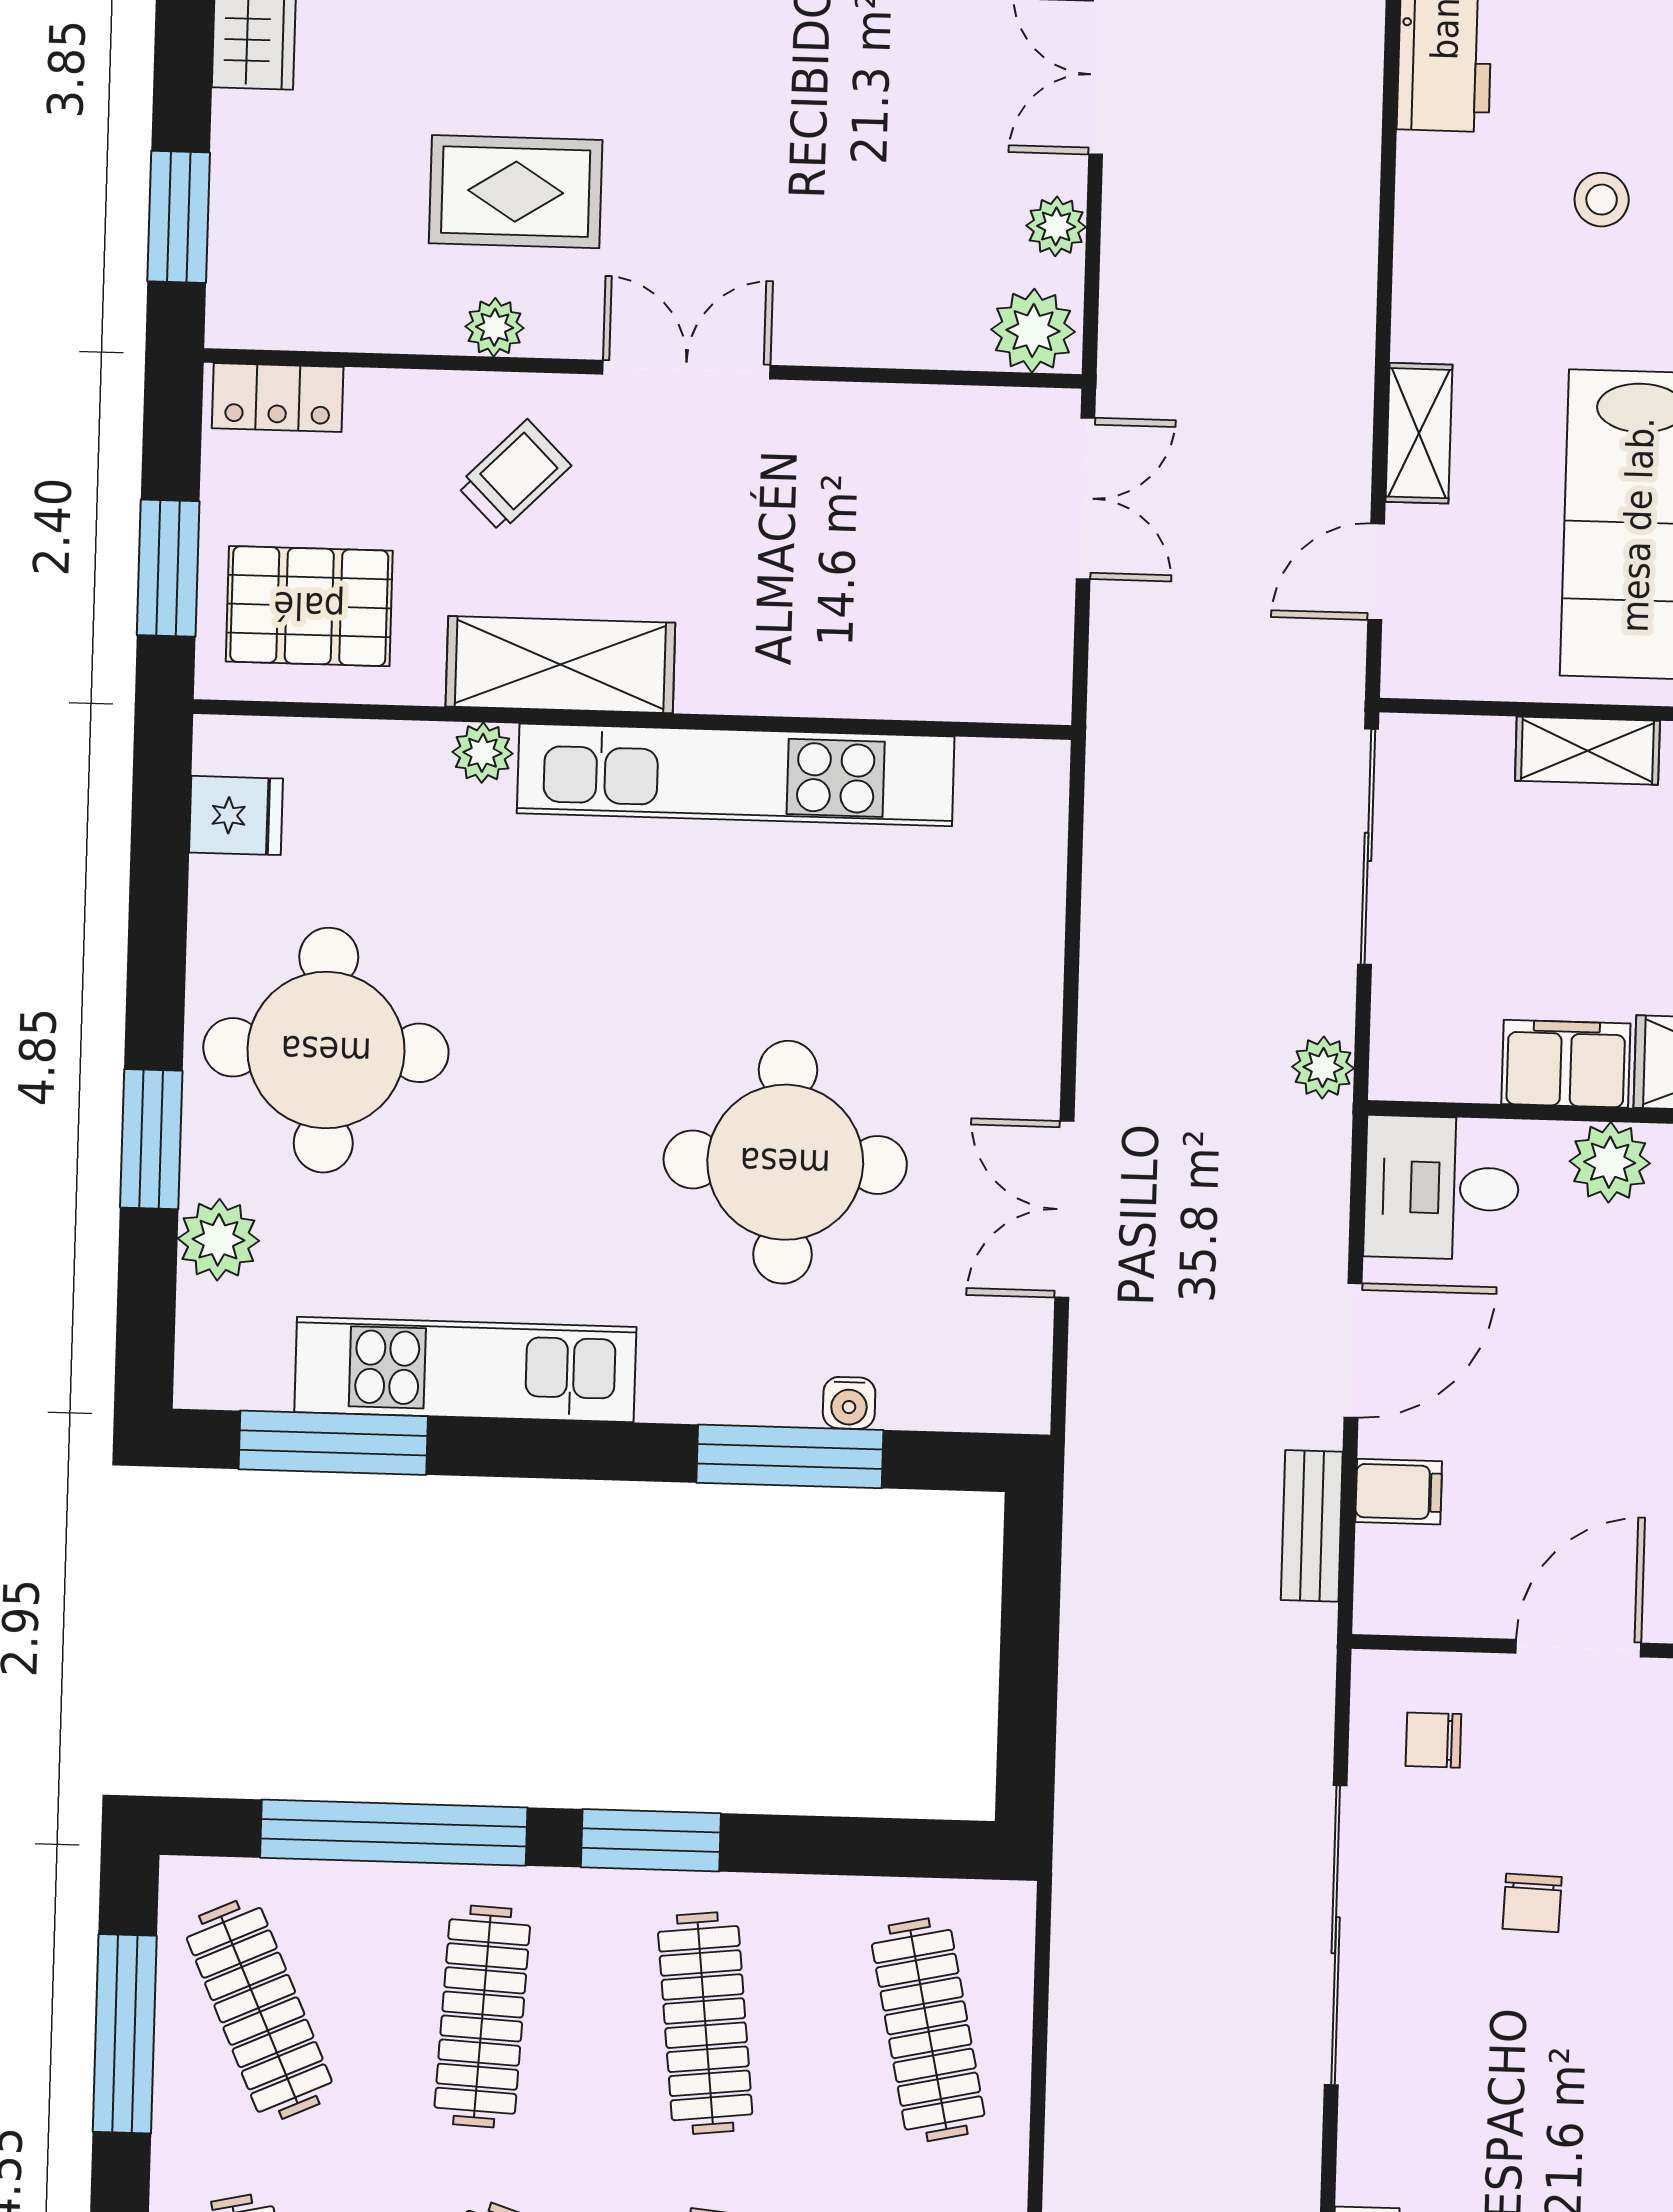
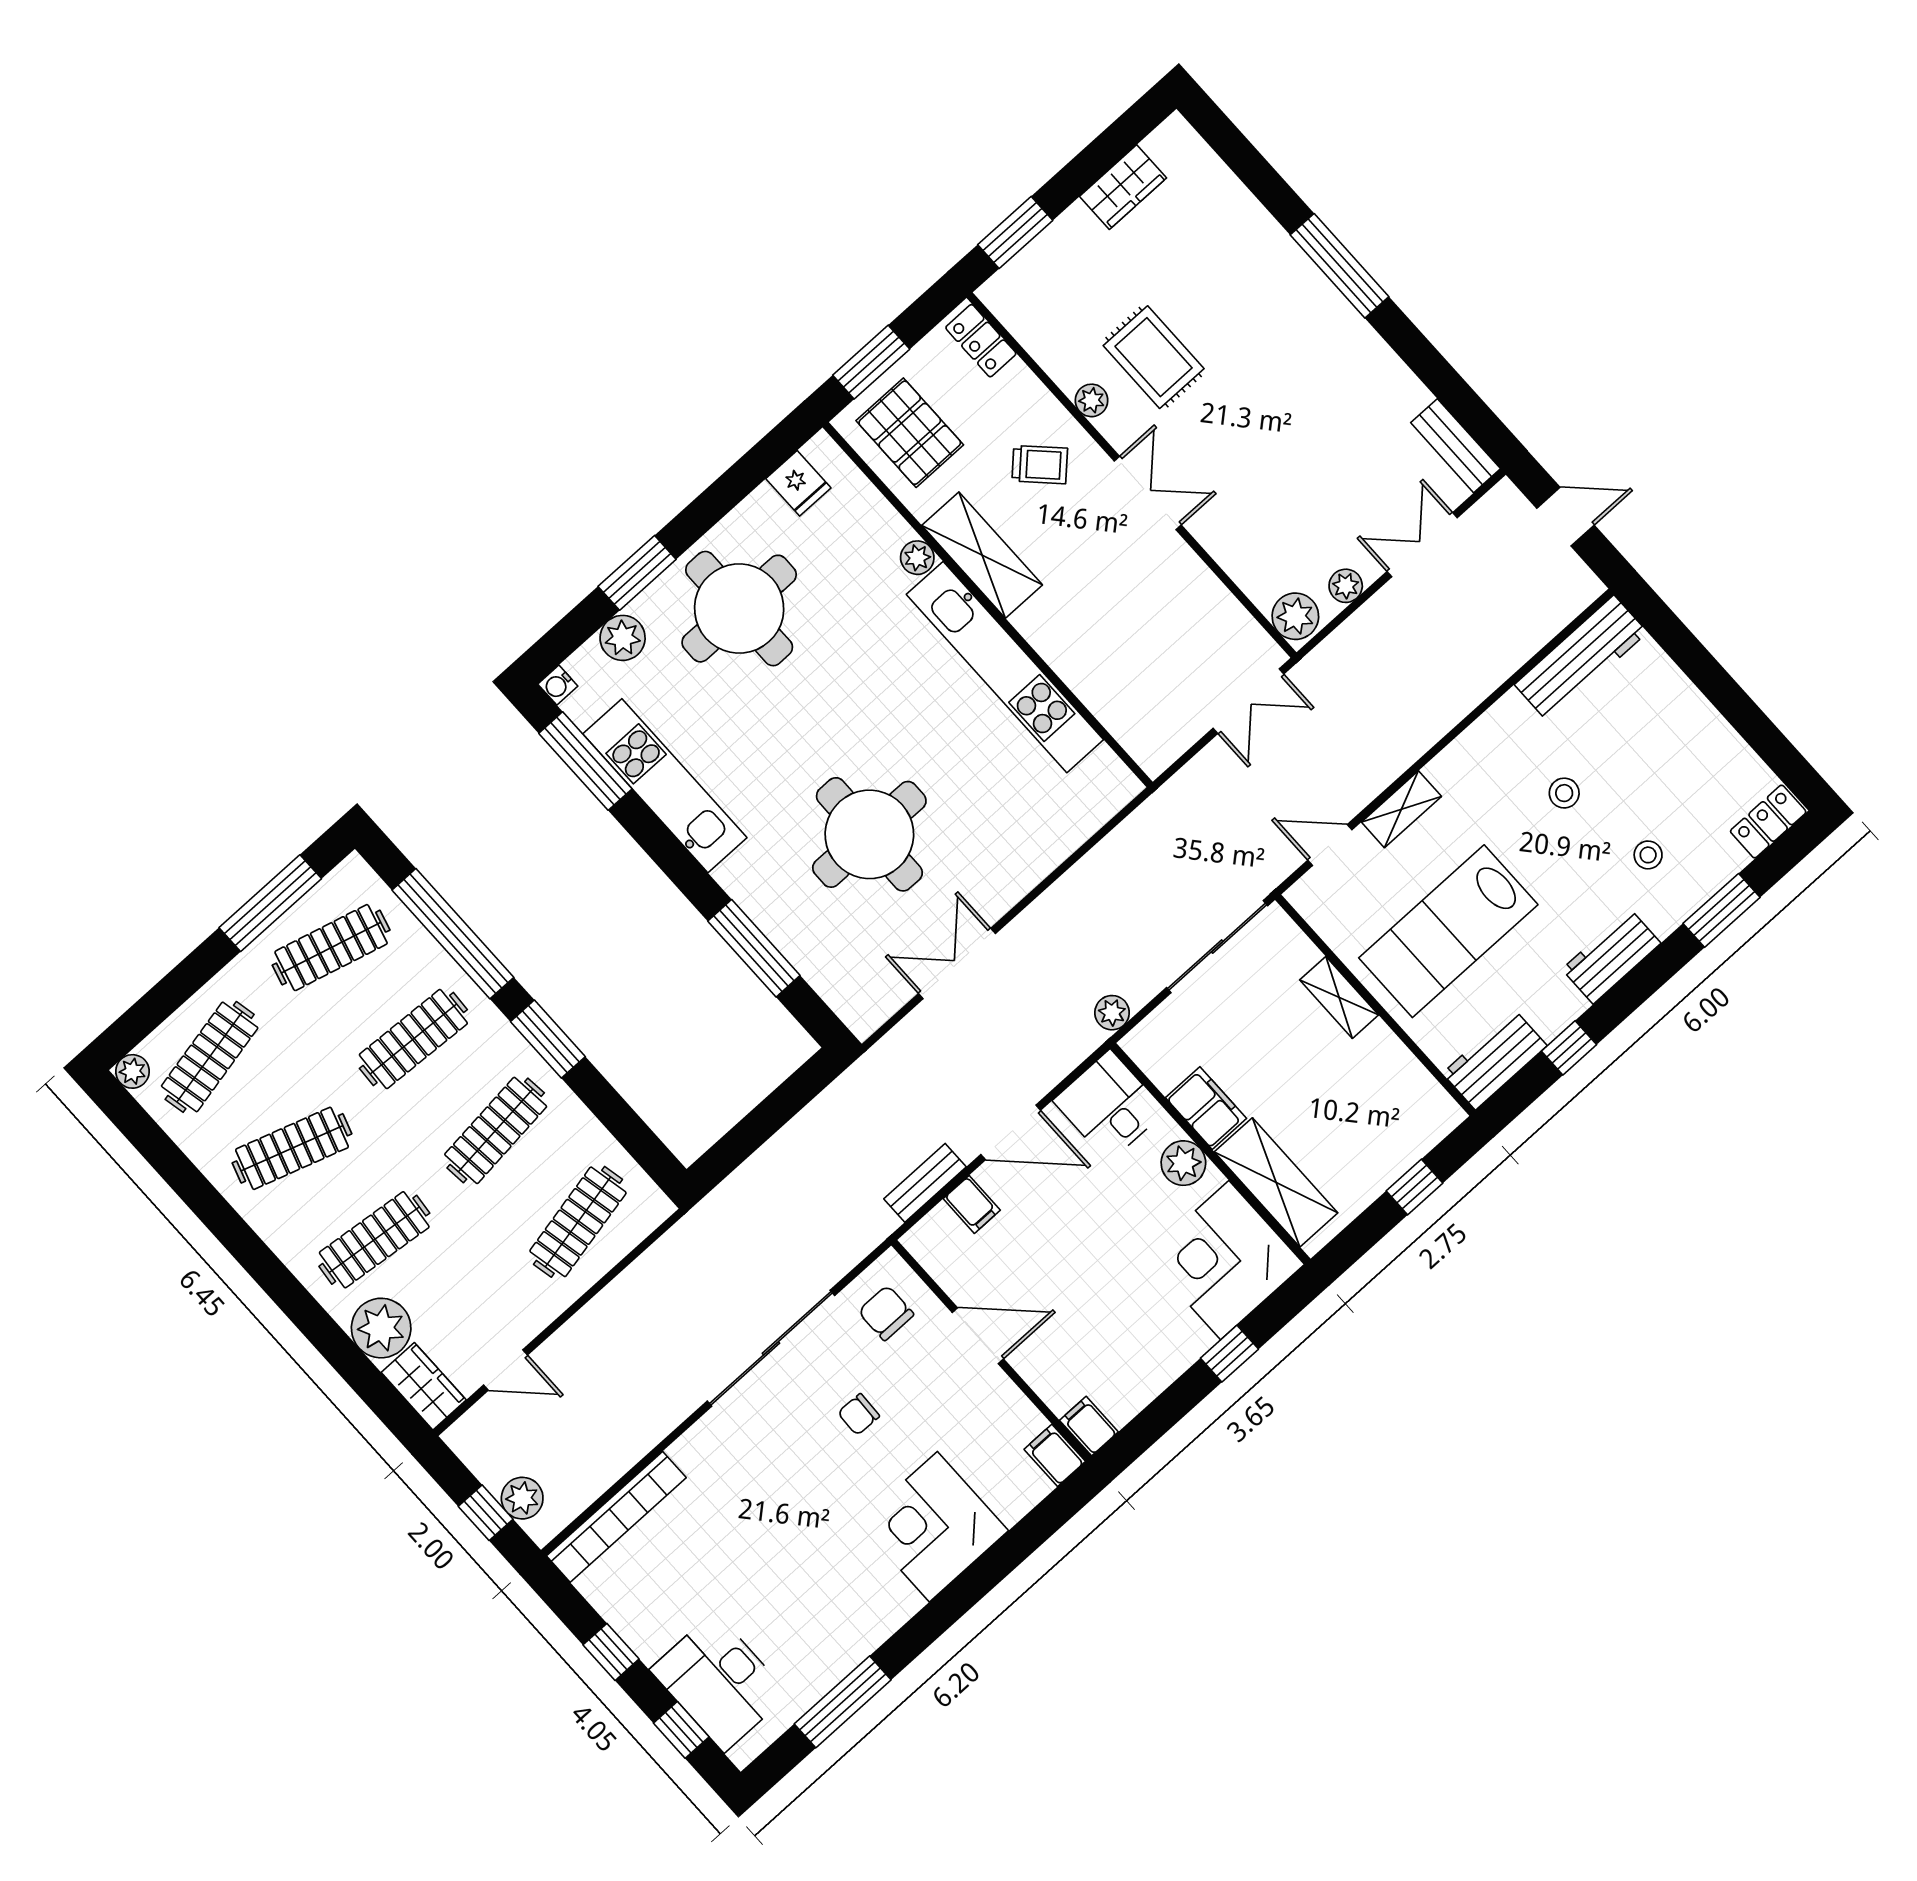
water cooler: (849, 1403) -> (558, 685), moved
chair: (1433, 1740) -> (886, 1313), width x1.37, depth x1.37
clothes rail: (259, 2010) -> (331, 948), turned 39

